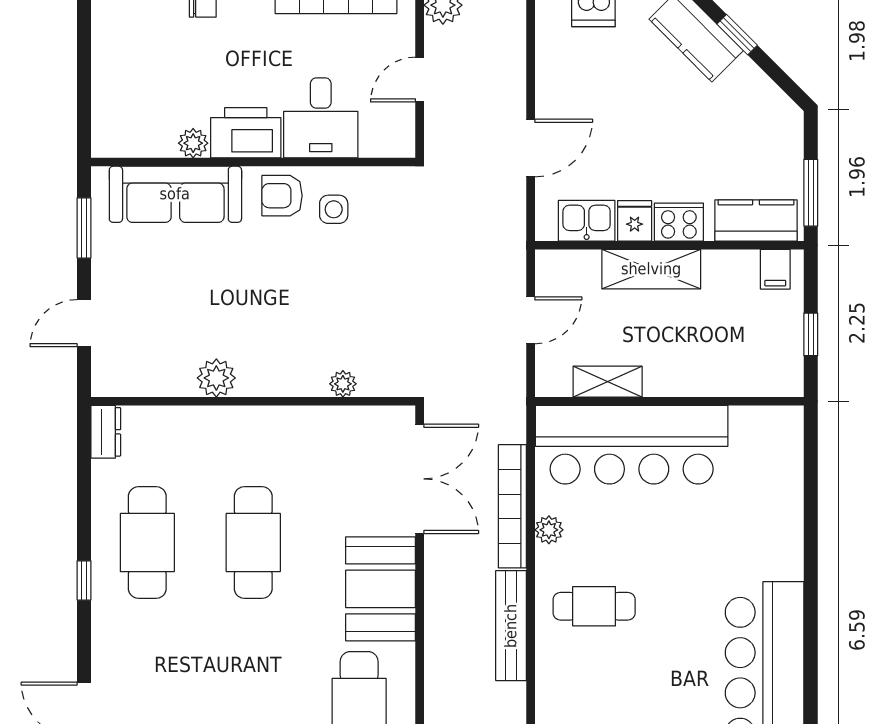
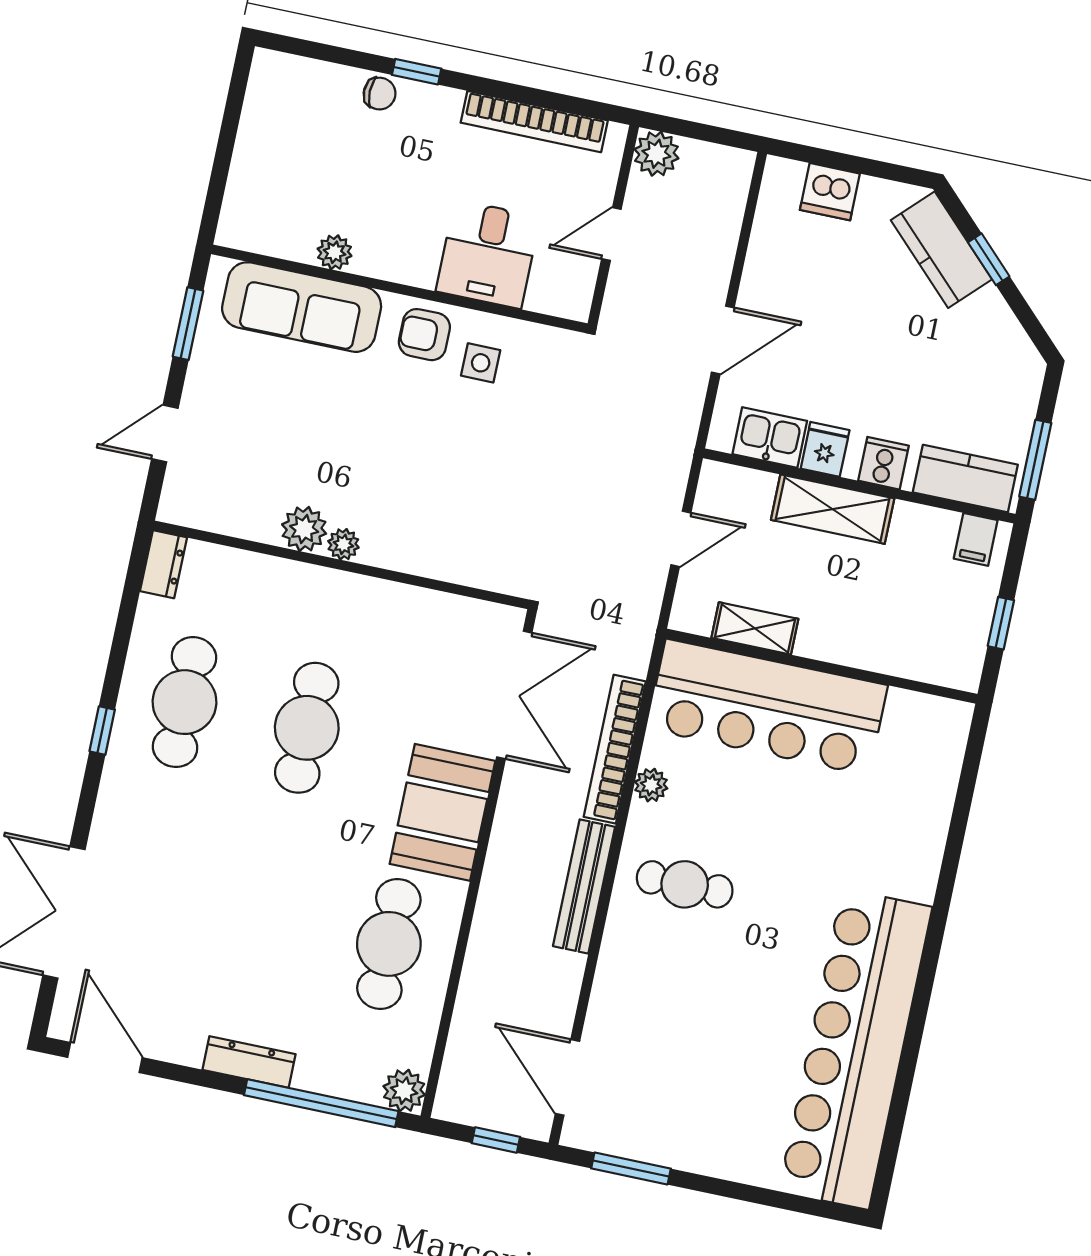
printer: (246, 133) -> (398, 253), removed
cooker: (679, 222) -> (883, 463), width x0.73
plant: (343, 384) -> (343, 544), moved

